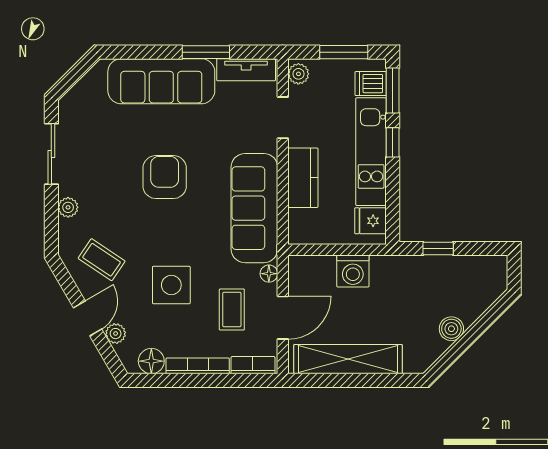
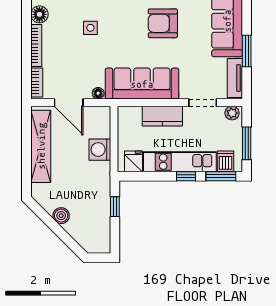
armchair: (165, 177) -> (163, 23), turned 180
side table: (171, 285) -> (90, 28), width x0.54, depth x0.54
coffee table: (232, 309) -> (74, 68), removed

